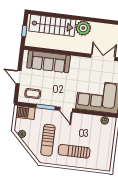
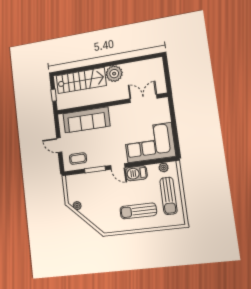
barbecue: (25, 113) -> (136, 173), moved
sun lounger: (48, 140) -> (168, 196), moved

